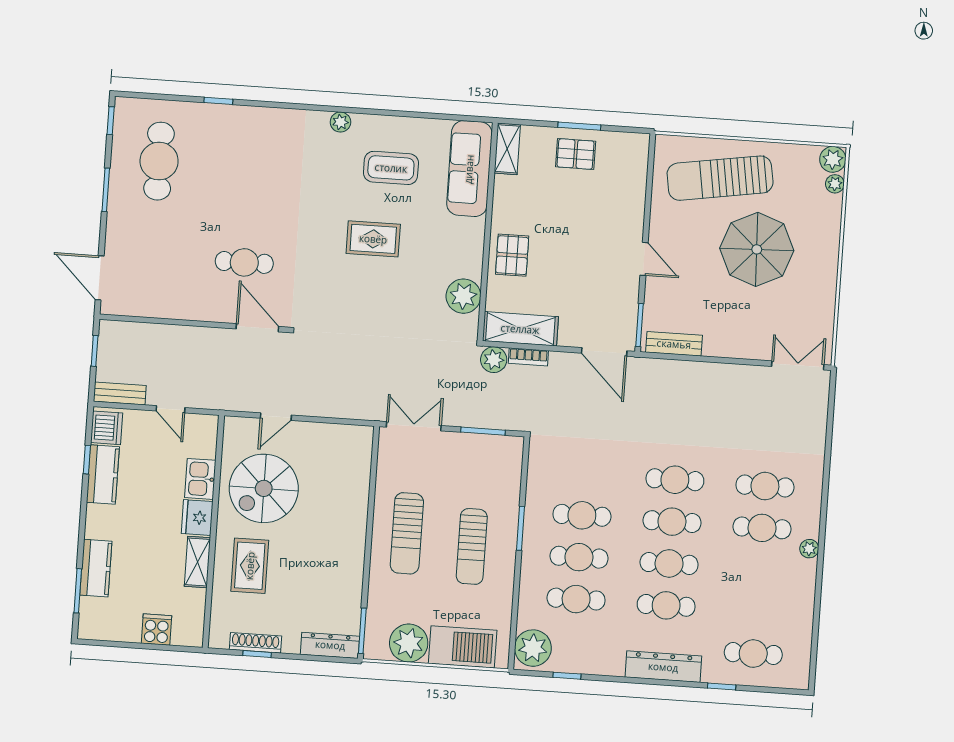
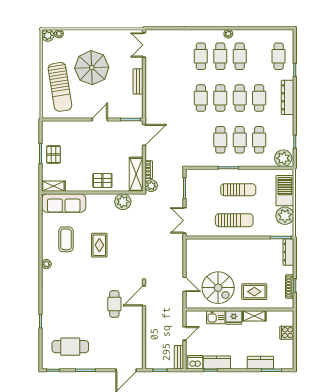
bench: (674, 344) -> (138, 81), moved
cafe table: (759, 570) -> (240, 56), added

